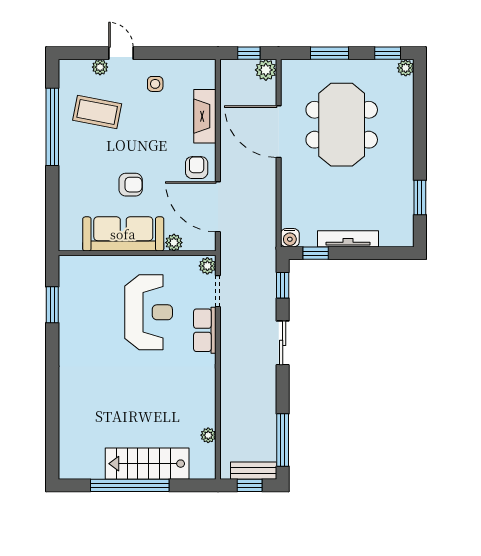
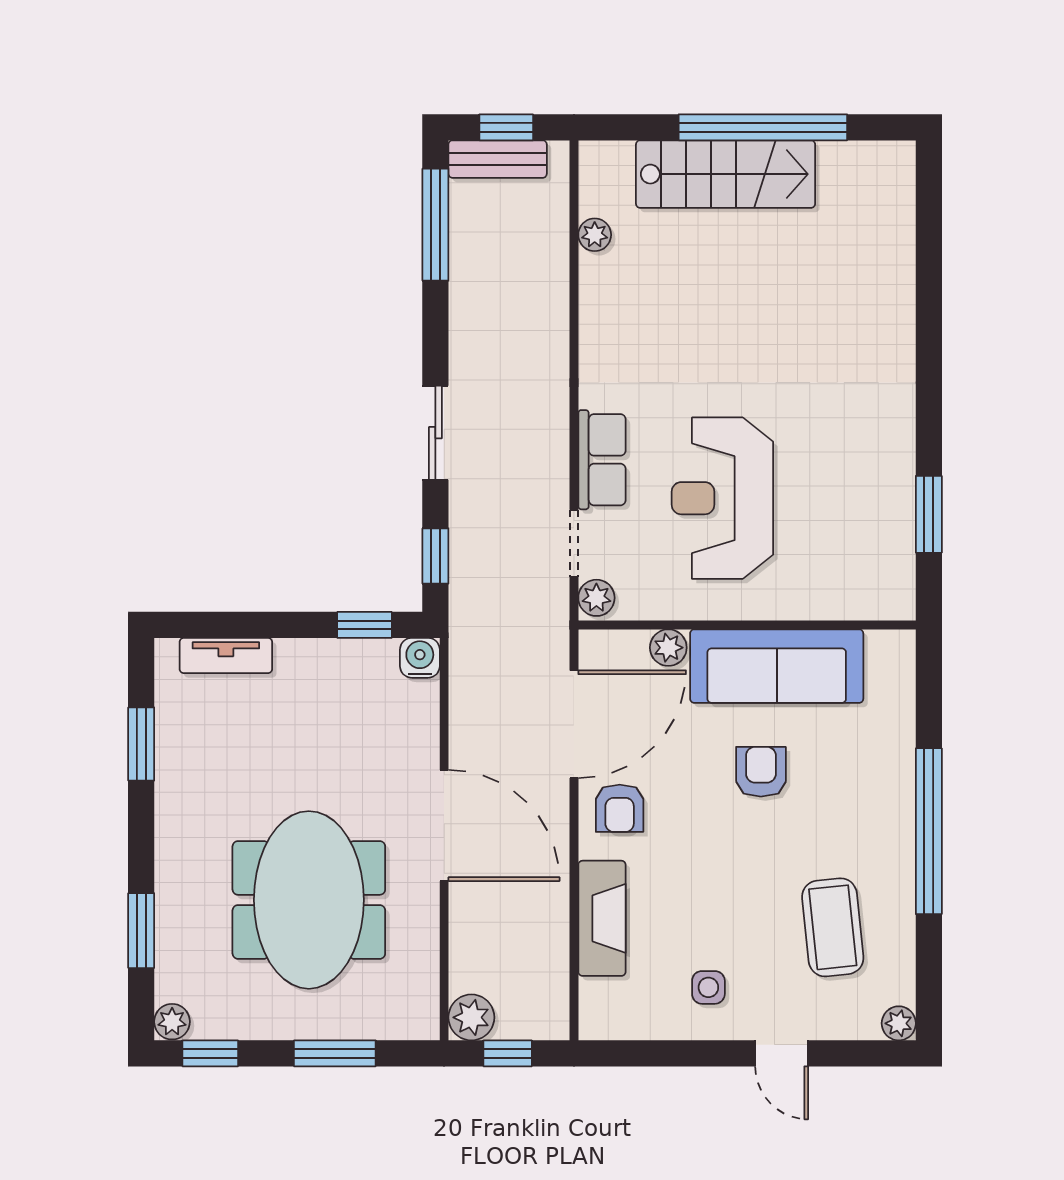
plant: (100, 67) -> (899, 1023), moved
window: (420, 110) -> (141, 931), added
coffee table: (97, 112) -> (833, 927), turned 73
window: (52, 127) -> (929, 831), moved
door: (279, 132) -> (444, 825), moved
armchair: (131, 185) -> (761, 772), turned 90
door: (218, 207) -> (574, 724), hinge flipped
tv unit: (348, 239) -> (226, 656), moved, width x0.71

